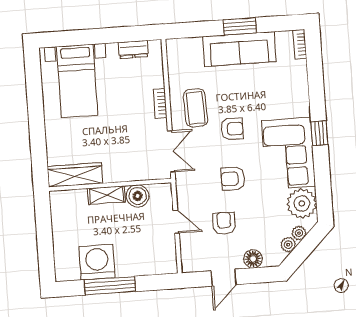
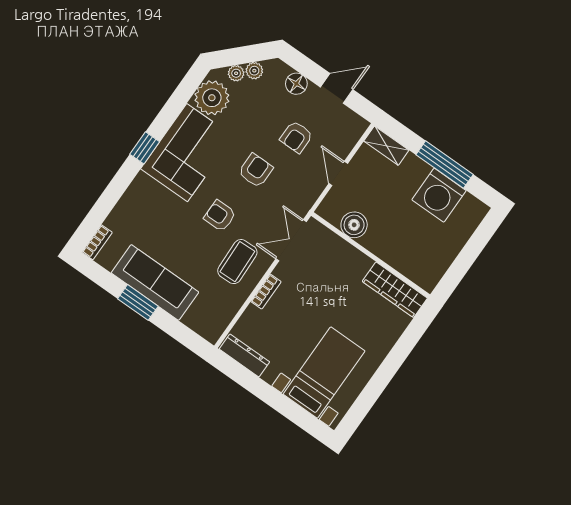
dresser: (133, 49) -> (244, 355), width x1.44
armchair: (233, 179) -> (256, 170), turned -90
shelving: (106, 195) -> (386, 146), moved

